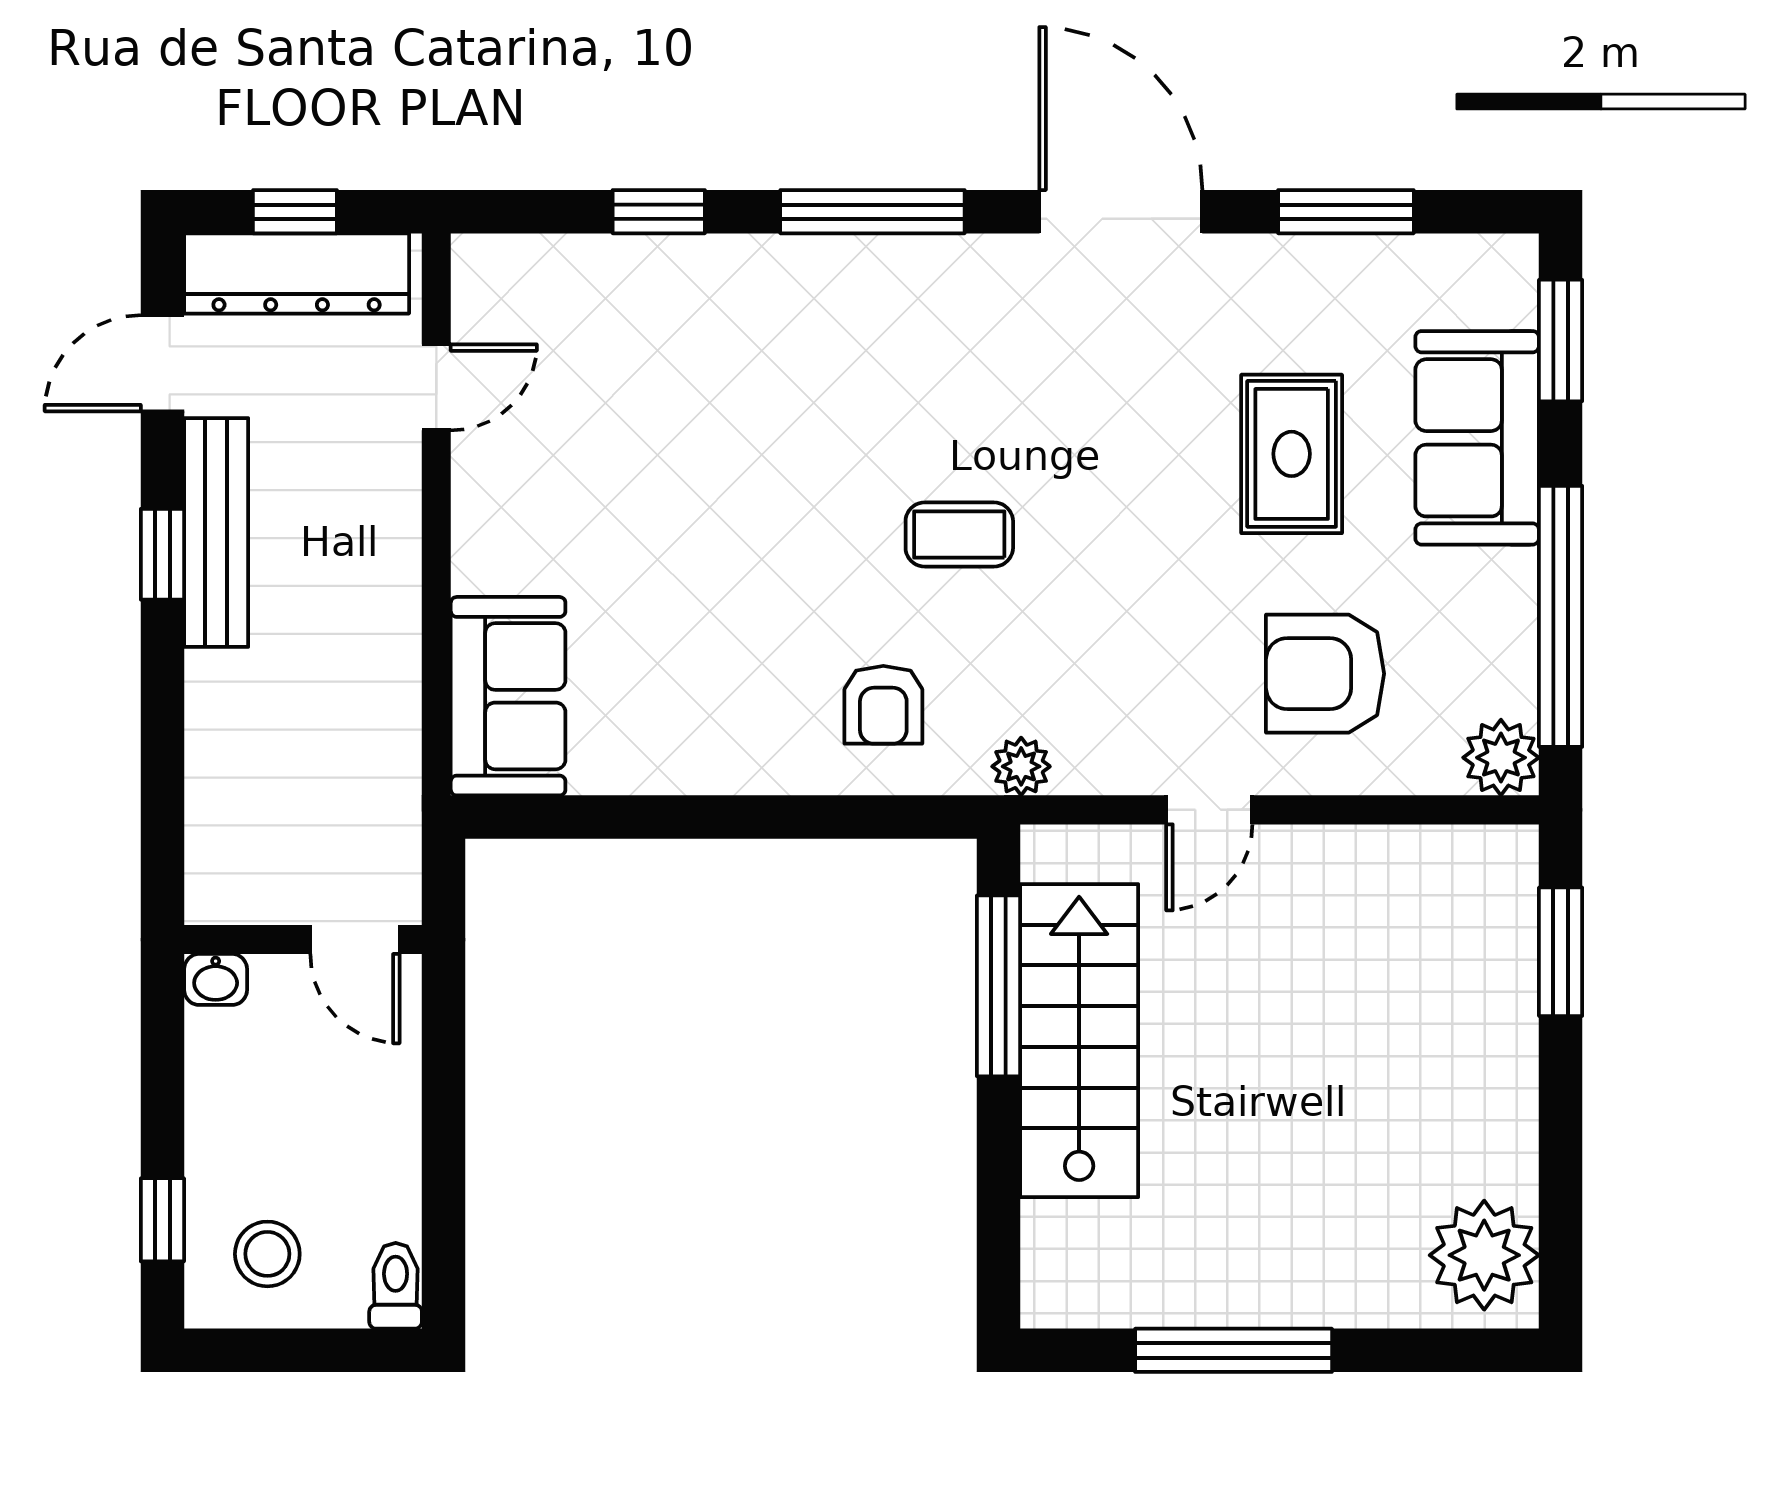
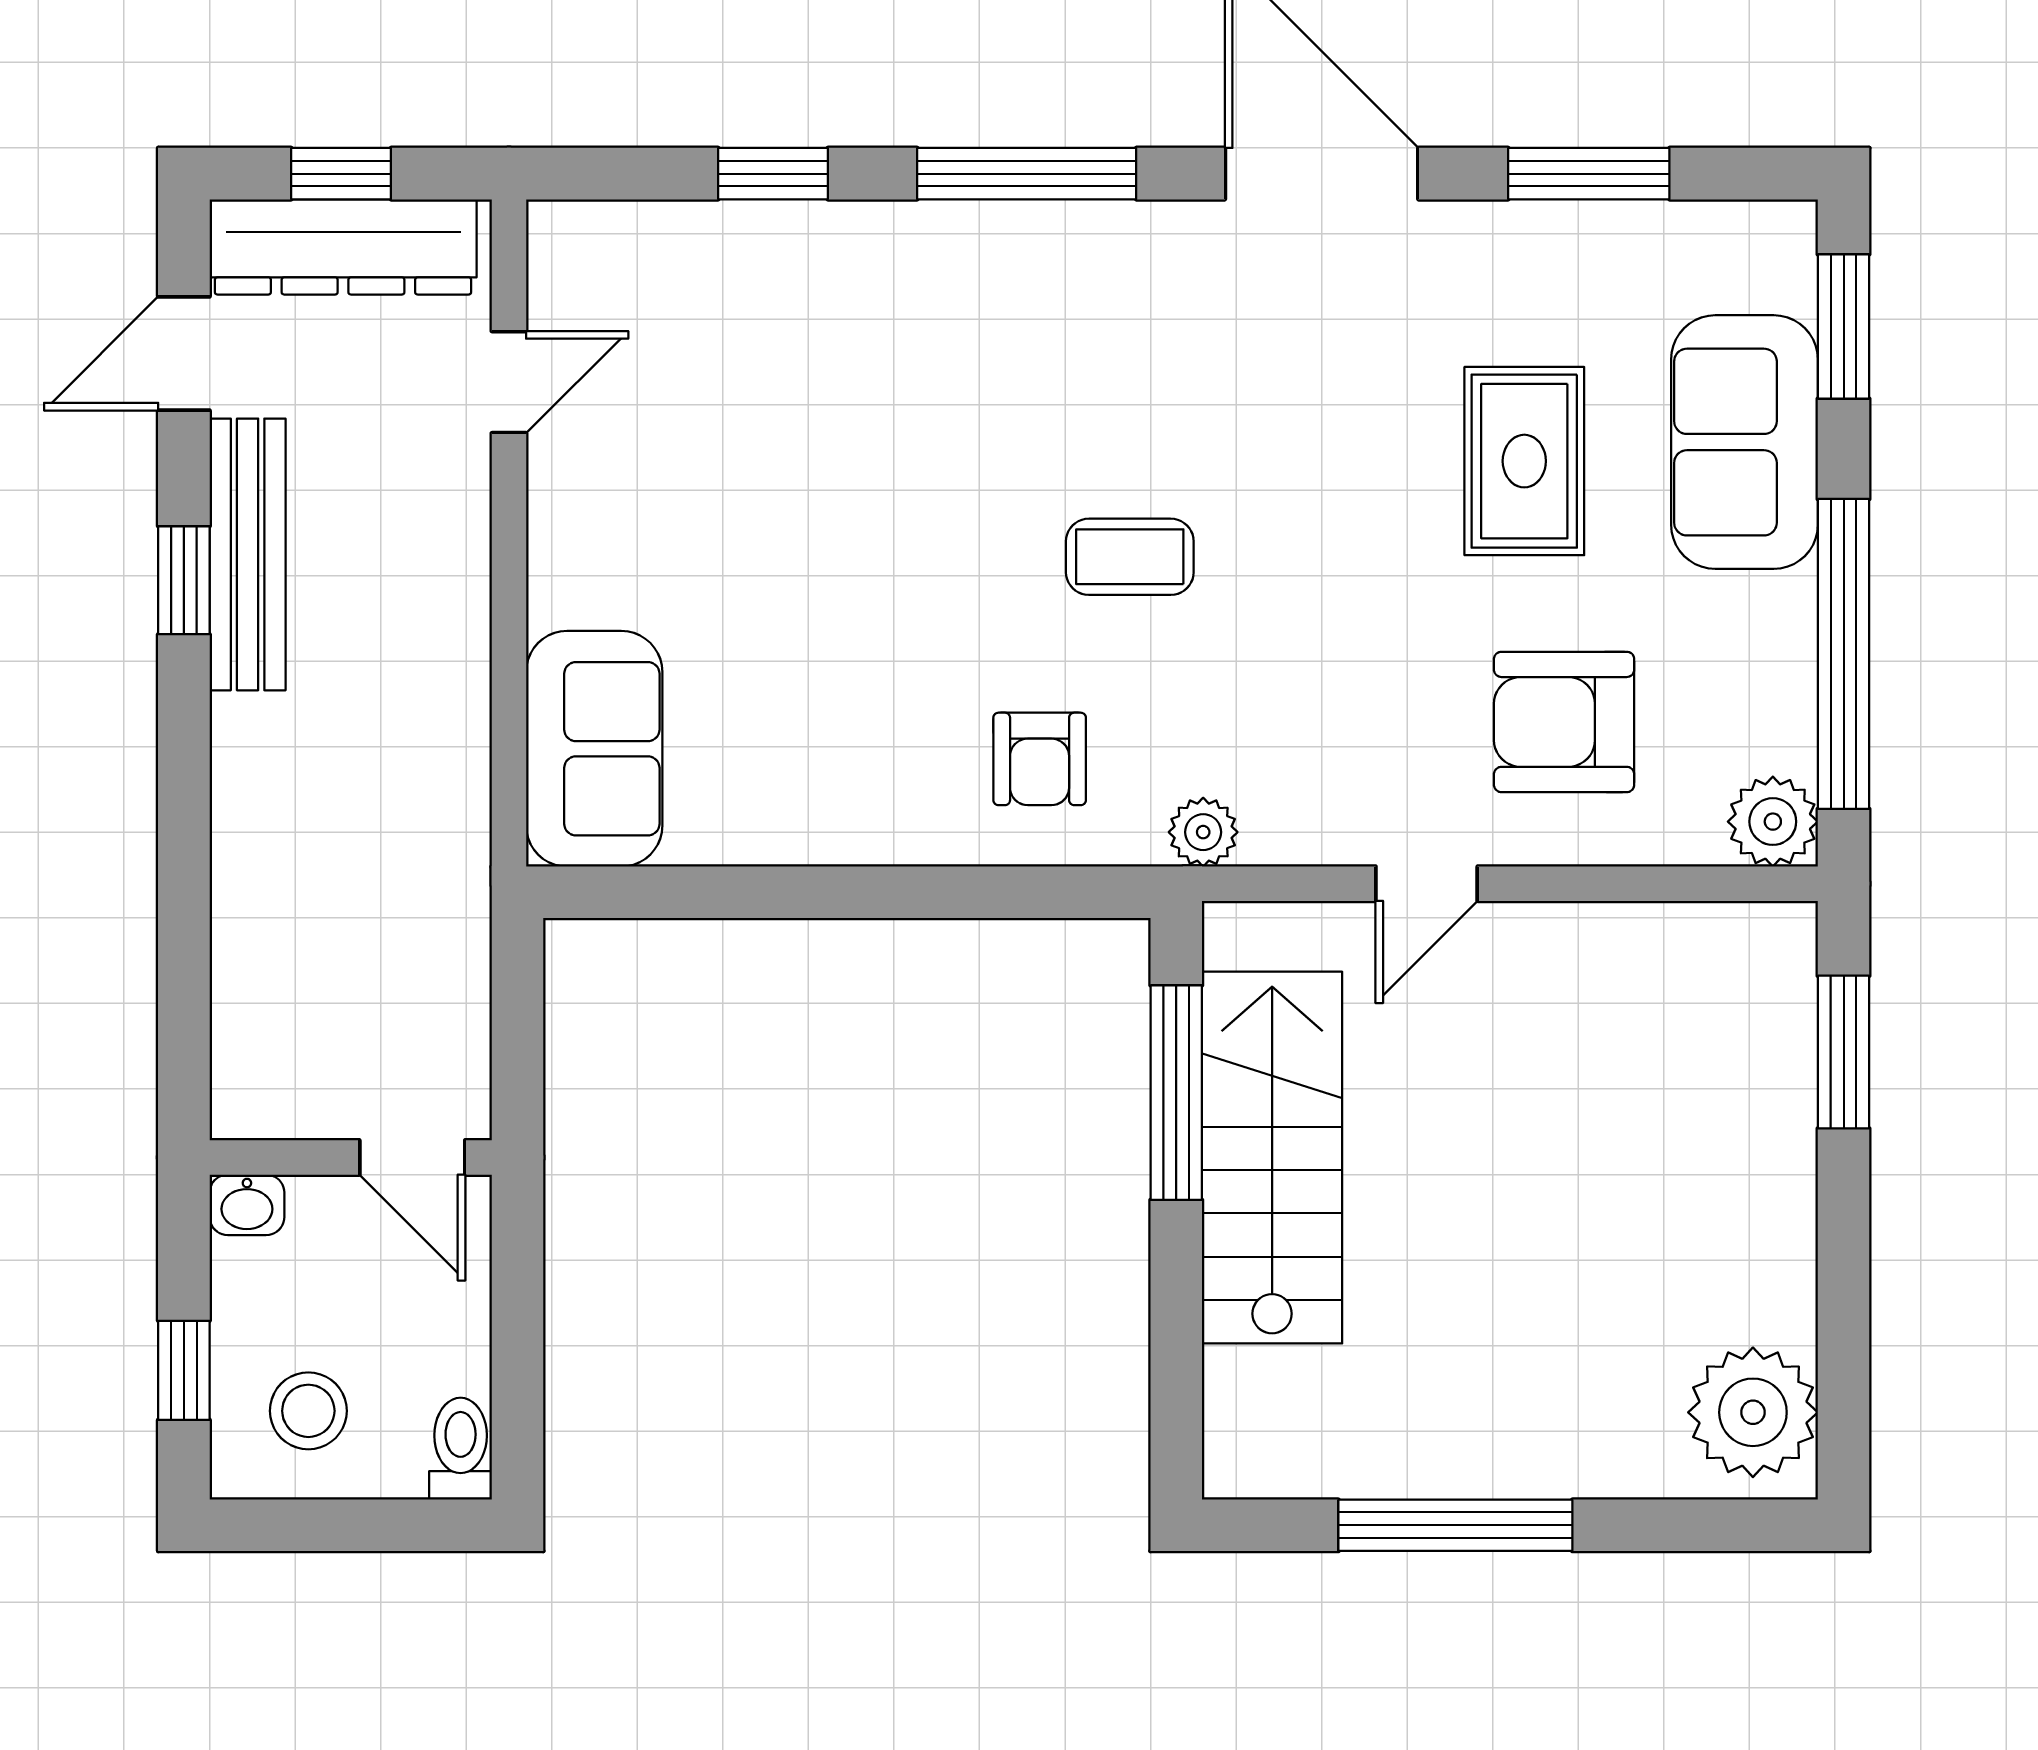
wall: (303, 940) -> (351, 1157), moved
door: (355, 940) -> (412, 1157), moved
washbasin: (216, 979) -> (247, 1205), moved

